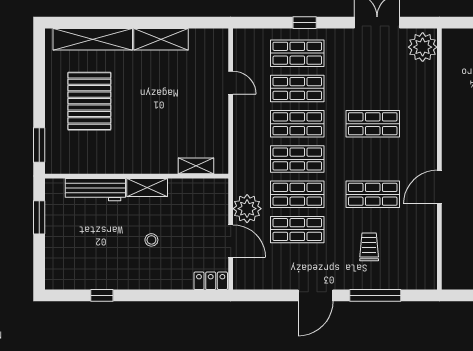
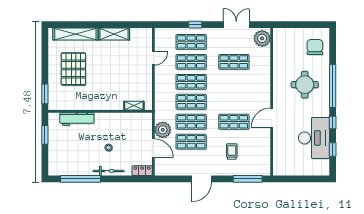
door: (231, 83) -> (153, 58), hinge flipped
shop shelf: (373, 124) -> (234, 62), moved
shelving: (147, 188) -> (106, 118), removed
bicycle: (151, 281) -> (109, 171), added
window: (102, 295) -> (81, 179), width x3.17
window: (375, 295) -> (248, 179), moved

